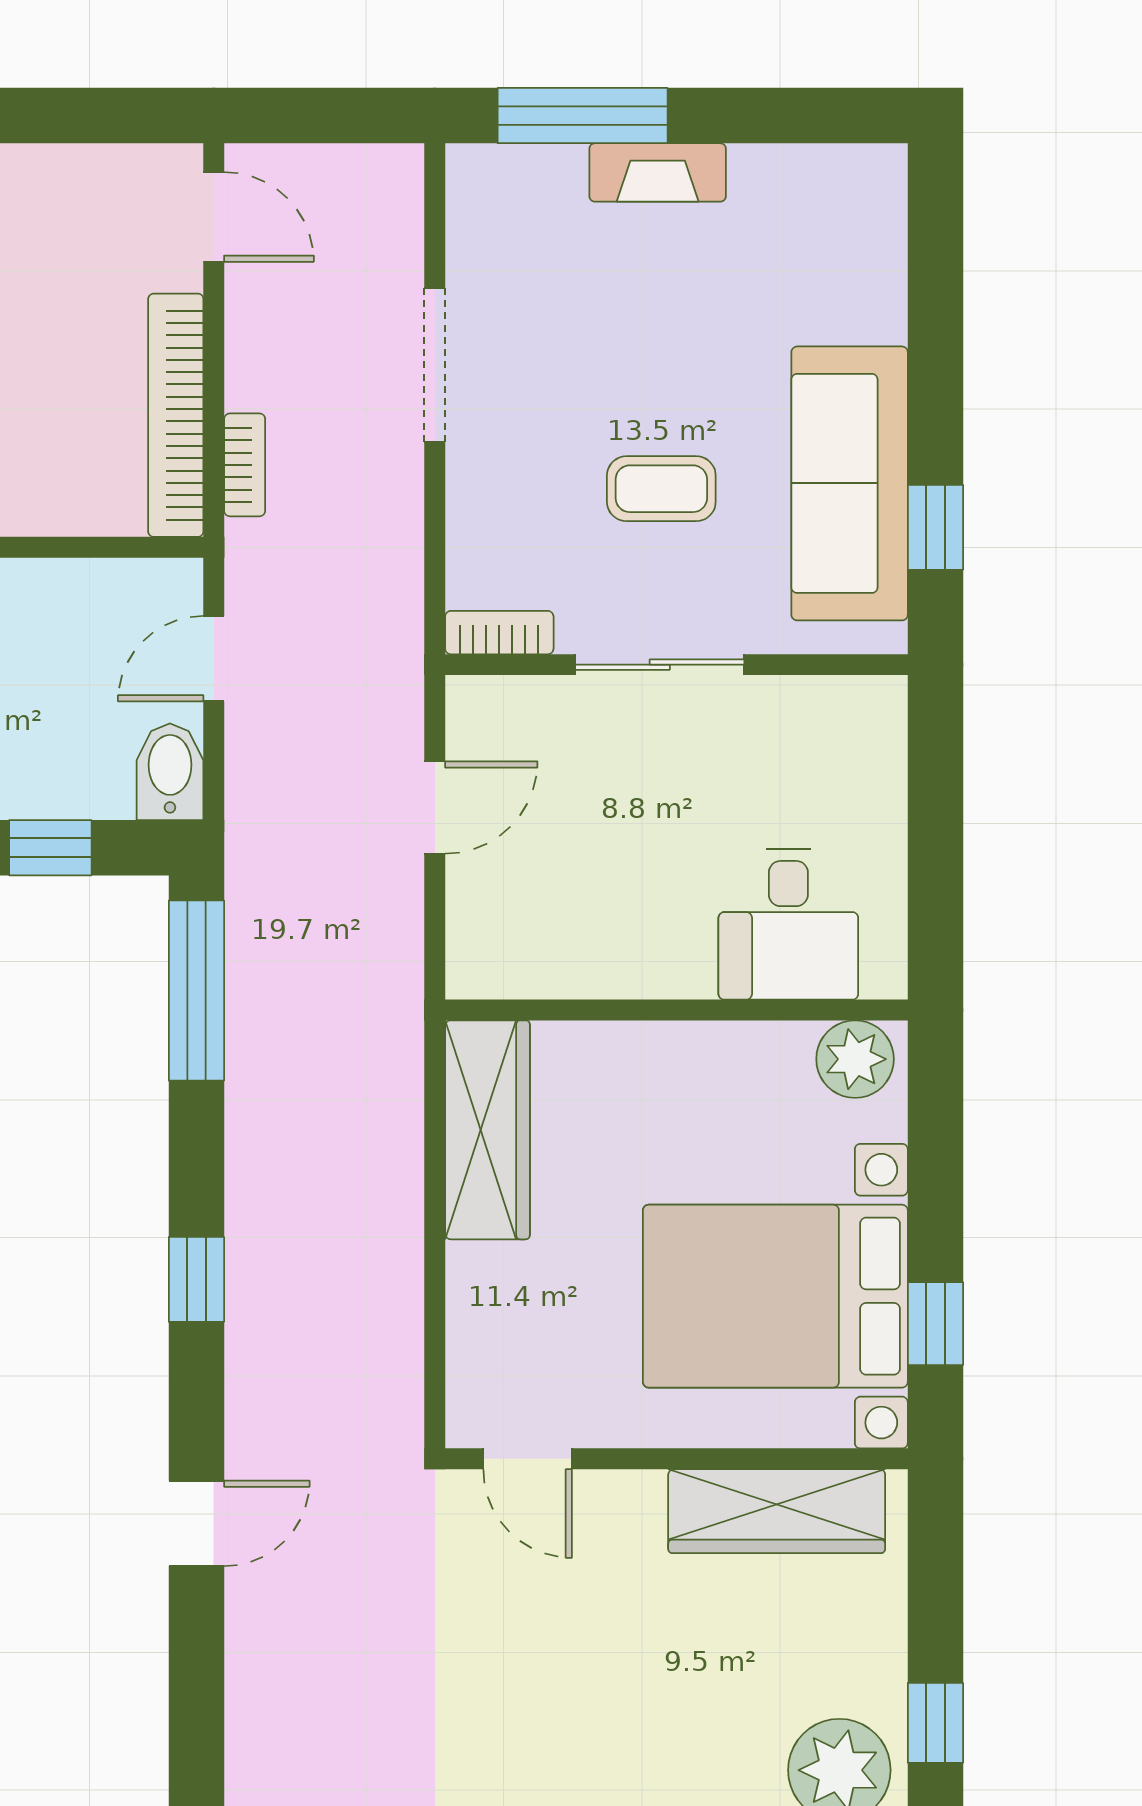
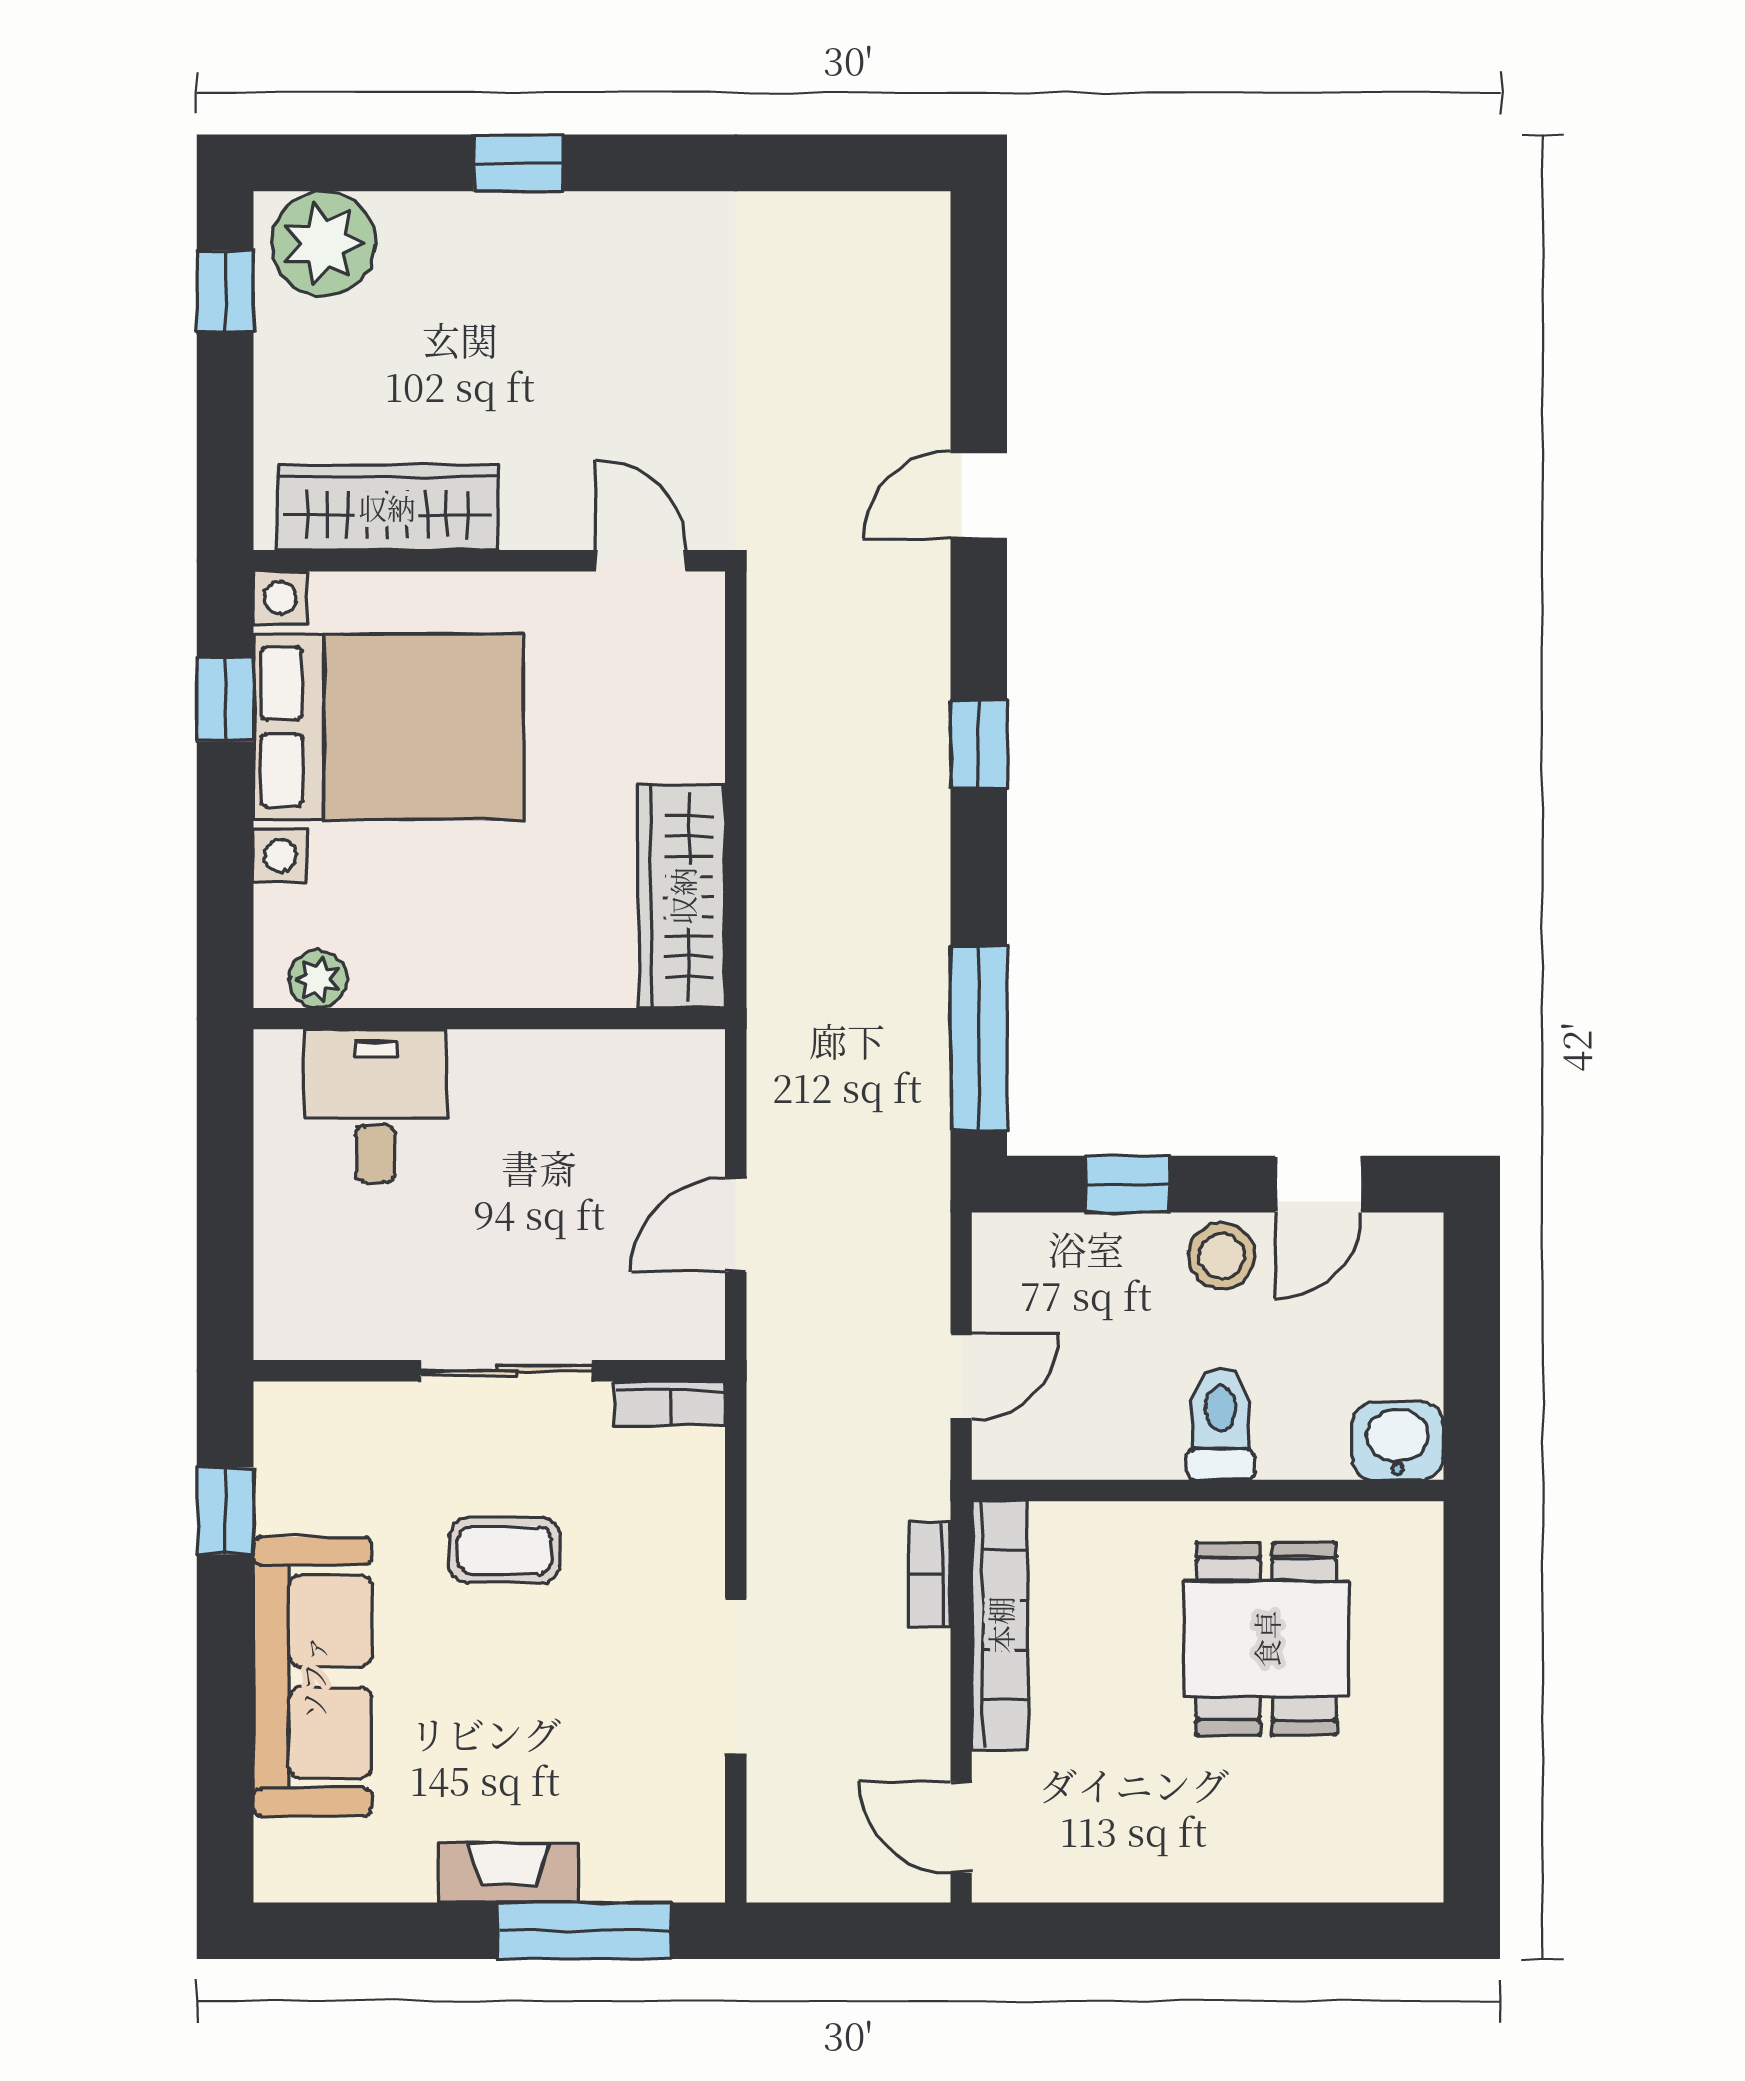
sofa: (850, 483) -> (313, 1677), moved
bidet: (170, 772) -> (1006, 1262), removed
plant: (855, 1059) -> (318, 979), width x0.73, depth x0.73

